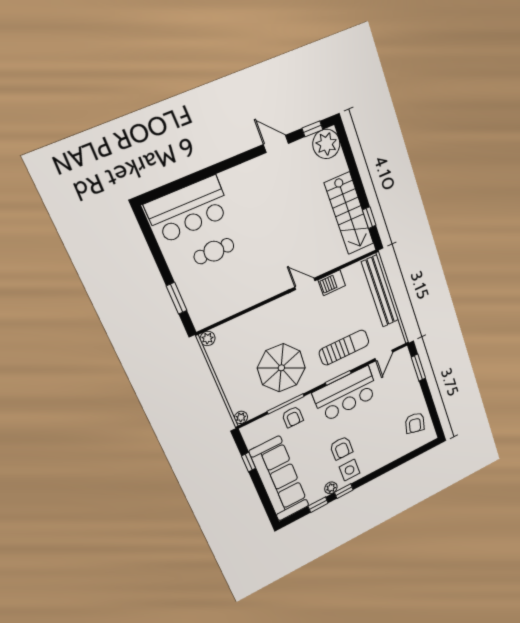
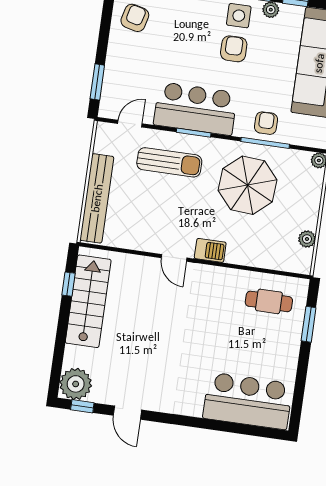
cafe table: (214, 251) -> (269, 301), moved
barbecue: (332, 283) -> (210, 250), moved
plant: (207, 339) -> (307, 239), moved
sun lounger: (344, 348) -> (169, 162), turned 180

